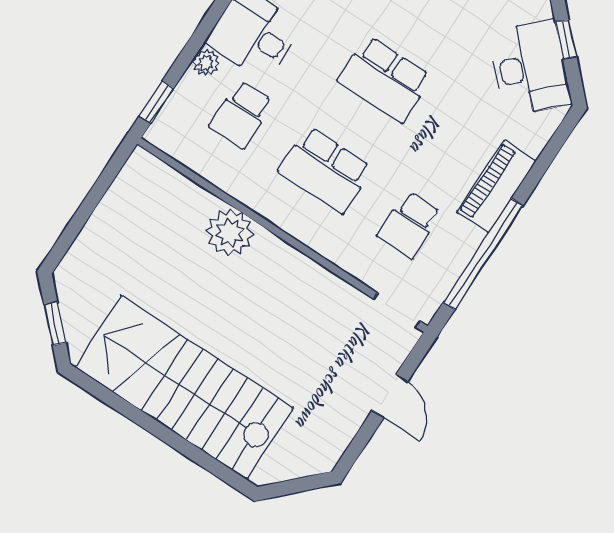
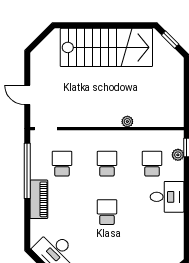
plant: (206, 63) -> (178, 155), moved
school desk: (385, 79) -> (107, 212), width x0.54
school desk: (325, 170) -> (107, 164), width x0.54
plant: (230, 233) -> (127, 122), width x0.53, depth x0.53

